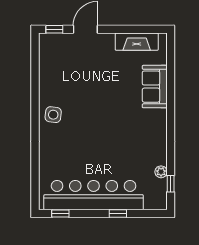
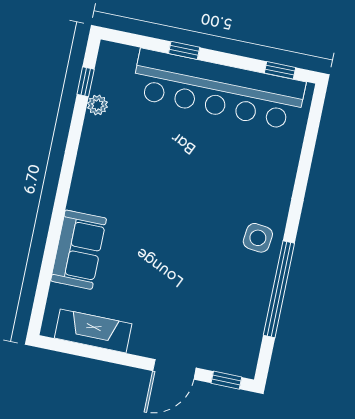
window: (35, 88) -> (279, 289), added

